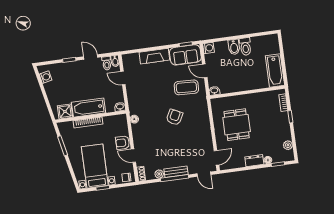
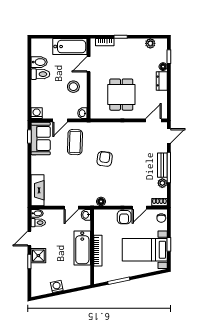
bidet: (234, 47) -> (39, 62), moved
fireplace: (154, 56) -> (38, 190), moved
washing machine: (45, 77) -> (57, 286), moved
door: (123, 78) -> (71, 208), moved
stool: (238, 79) -> (73, 87), added
door: (261, 90) -> (89, 64), added
shower: (65, 112) -> (38, 256), moved
armchair: (174, 117) -> (105, 159), turned 70
dining table: (237, 125) -> (121, 95), turned 90
door: (217, 158) -> (153, 120), hinge flipped

